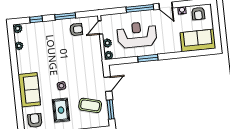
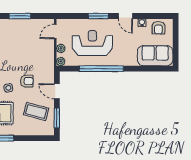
window: (140, 8) -> (98, 16), width x0.69
armchair: (76, 29) -> (27, 81), moved
window: (148, 58) -> (101, 69), width x2.11
door: (108, 84) -> (57, 91), swing flipped

